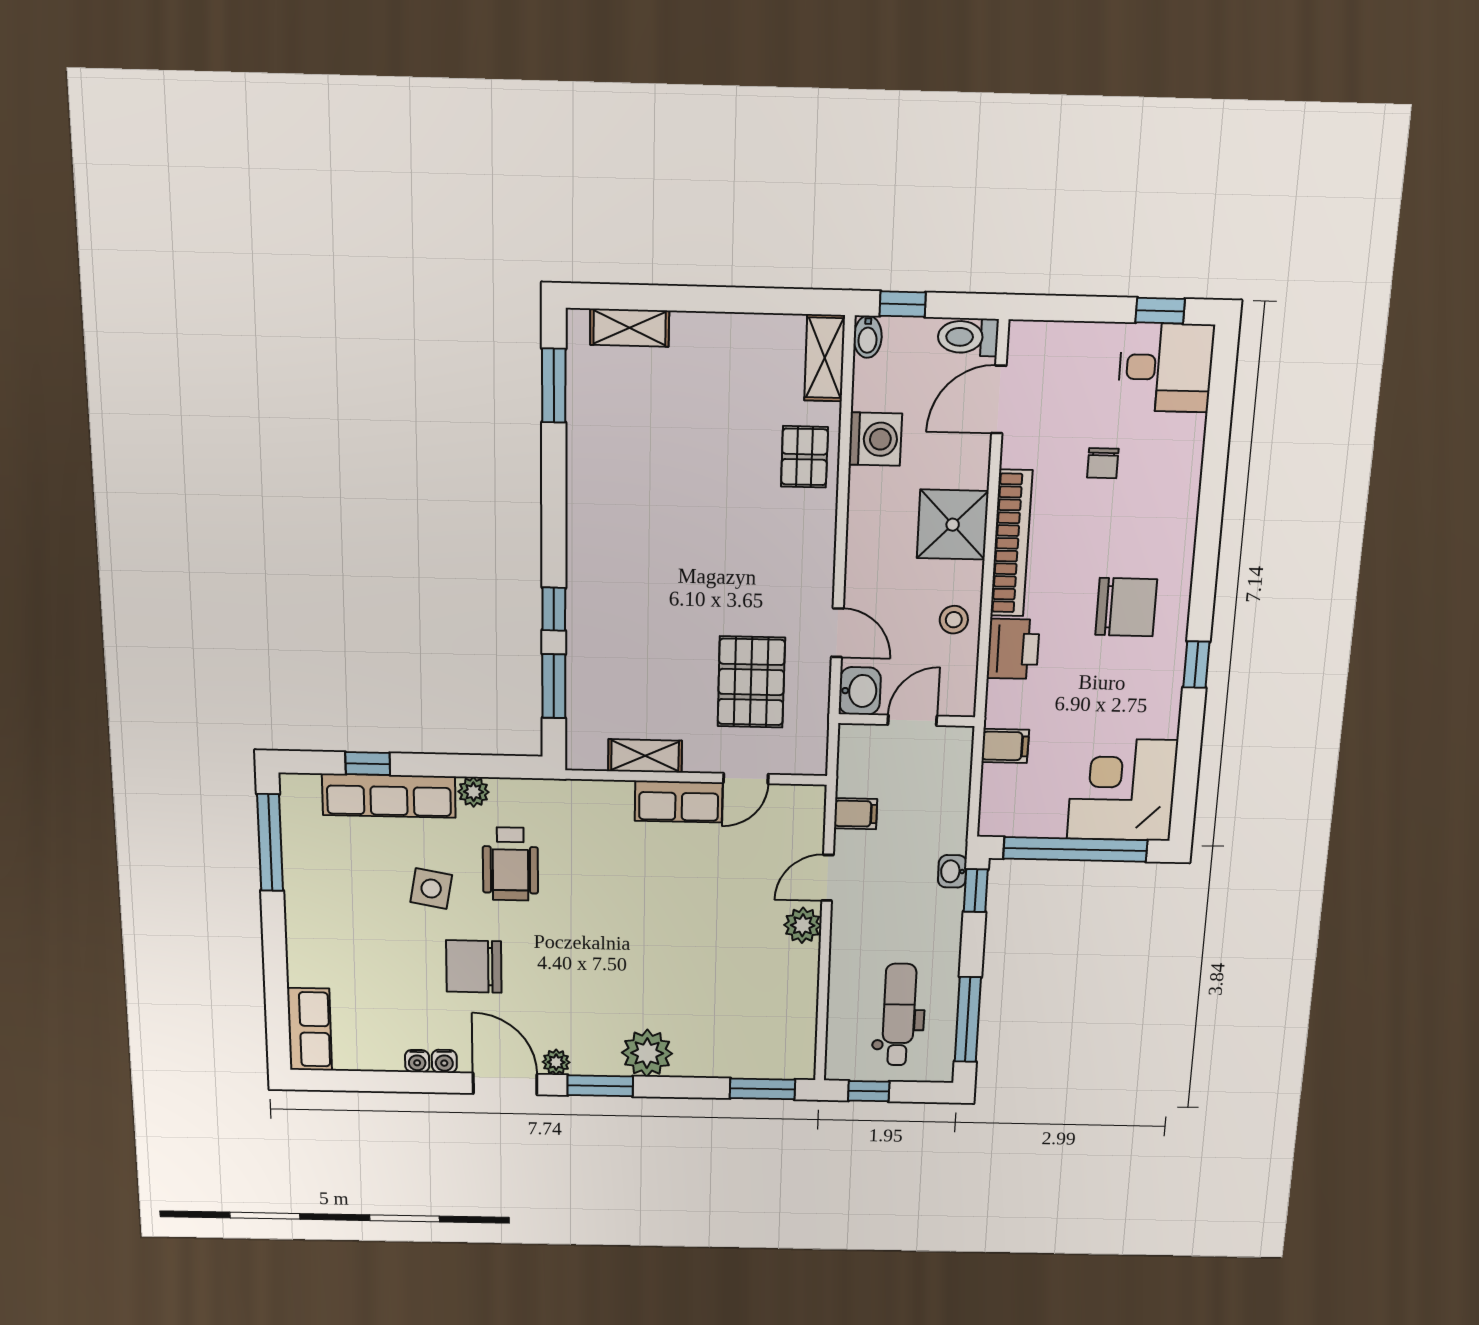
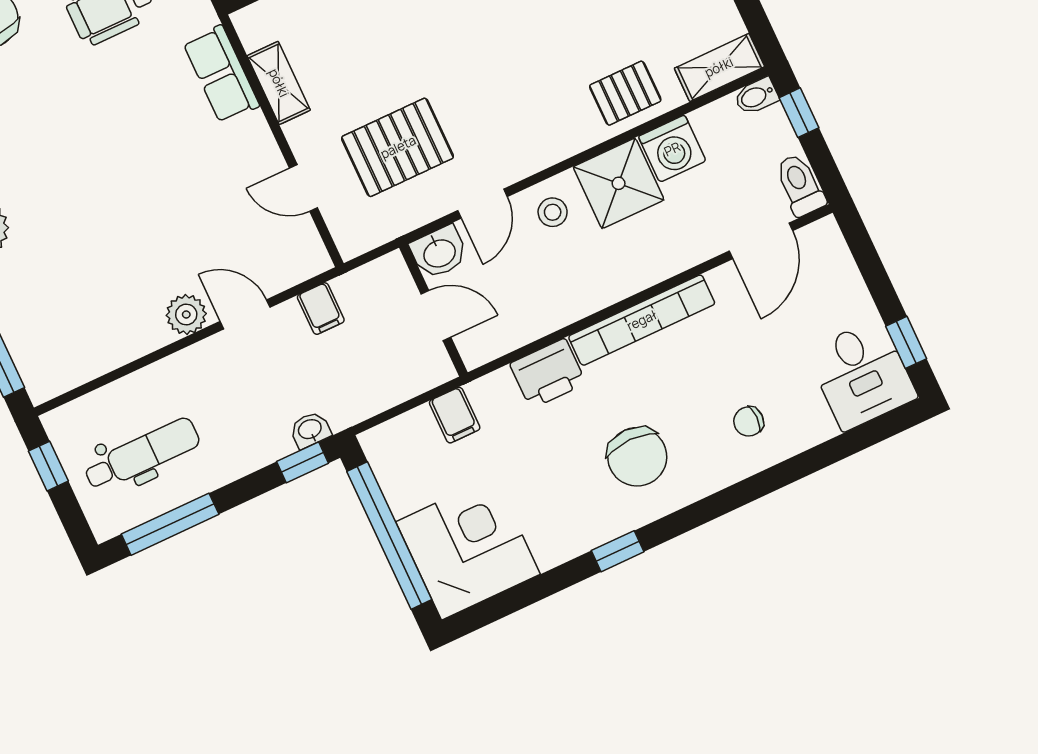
door: (999, 400) -> (761, 241), swing flipped
chair: (1103, 463) -> (749, 421), moved
shower: (953, 525) -> (619, 183), moved
stool: (954, 620) -> (553, 212), moved
row of seats: (679, 802) -> (221, 74), moved

